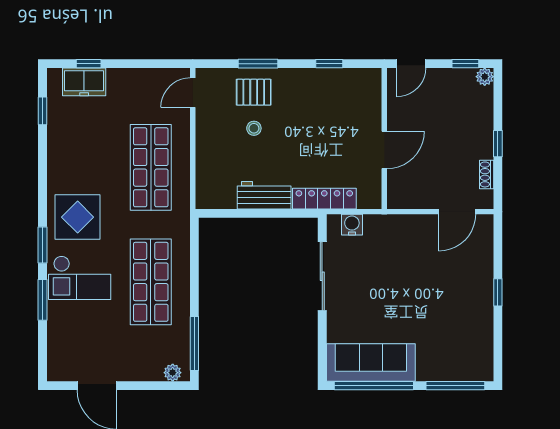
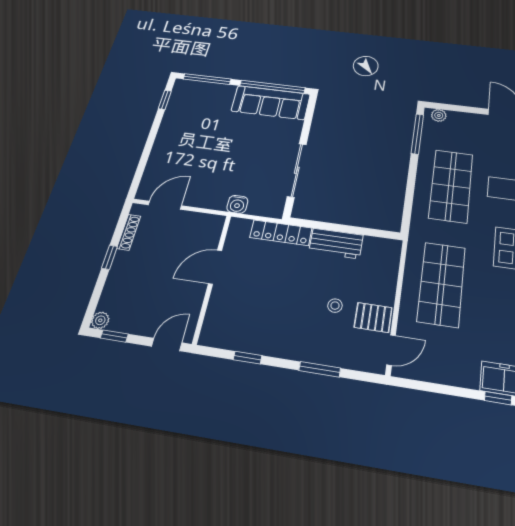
pallet: (254, 92) -> (373, 317), moved
shoe rack: (487, 174) -> (129, 232), width x1.43
water cooler: (352, 225) -> (237, 204), moved
window: (498, 292) -> (165, 100), moved

